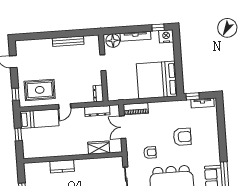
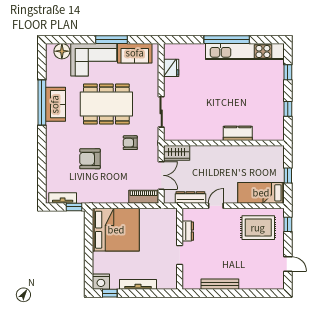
floor lamp: (113, 41) -> (166, 281), removed
dresser: (98, 94) -> (188, 231), moved
door: (65, 106) -> (216, 206), moved
wardrobe: (99, 148) -> (177, 153), moved

